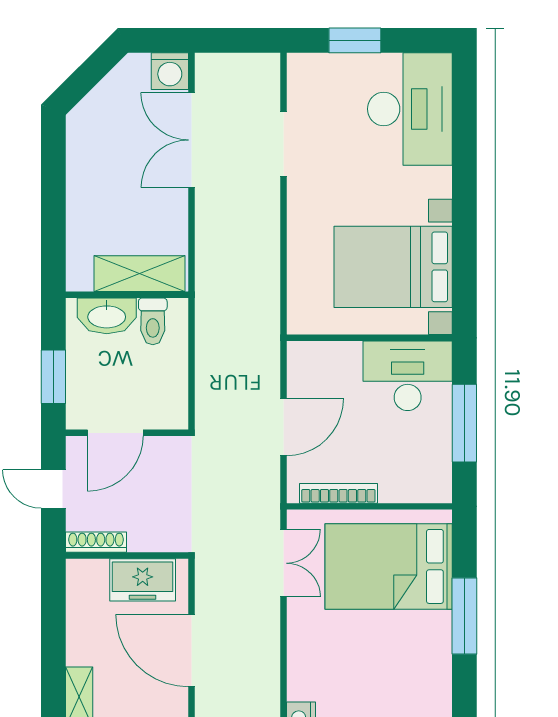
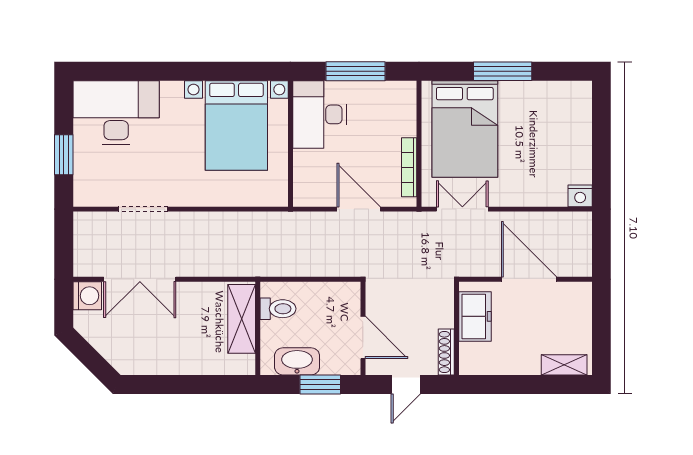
washbasin: (107, 316) -> (297, 361), moved, turned -90
door: (191, 651) -> (529, 279), swing flipped

